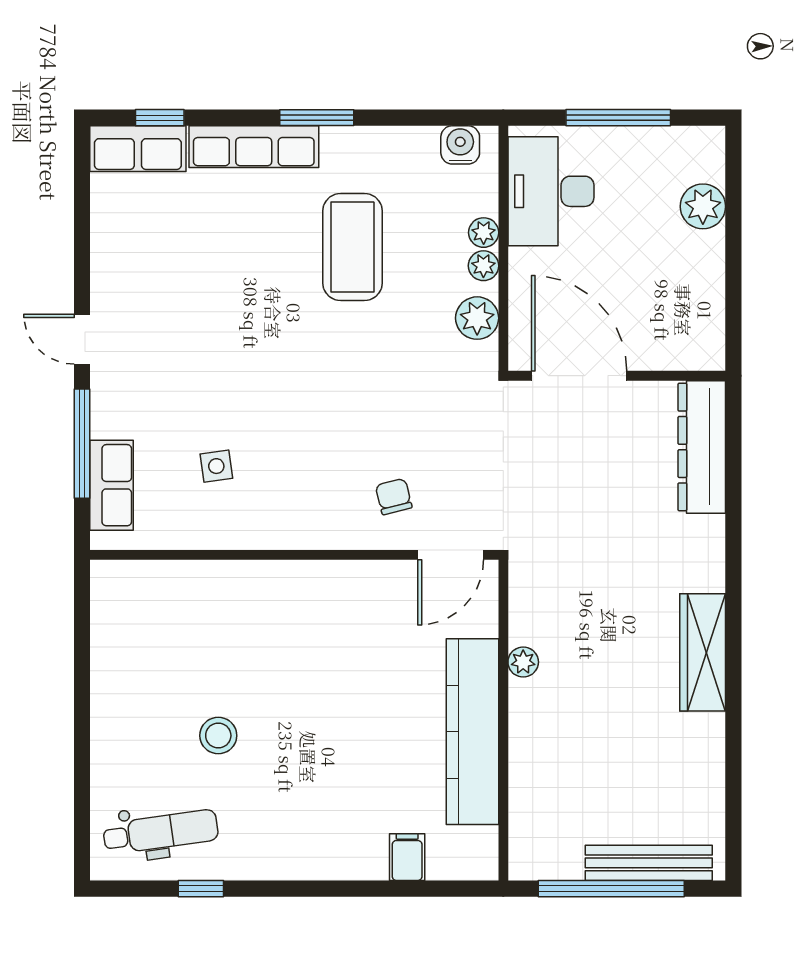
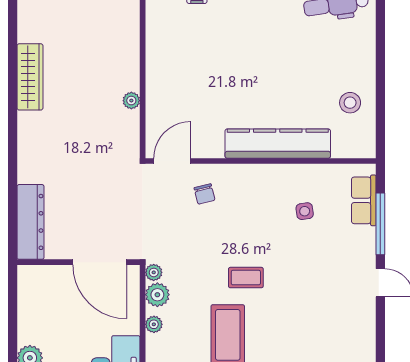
plant: (484, 233) -> (154, 272), moved
coffee table: (320, 349) -> (246, 278), added
wardrobe: (703, 652) -> (30, 77), moved
kitchen counter: (472, 732) -> (278, 144), moved, turned -90
stool: (218, 736) -> (350, 103), moved

